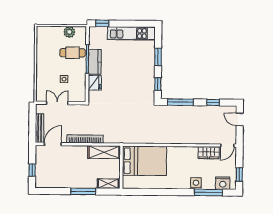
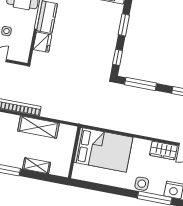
bed: (144, 161) -> (103, 150), moved
wall: (121, 167) -> (74, 152), moved

